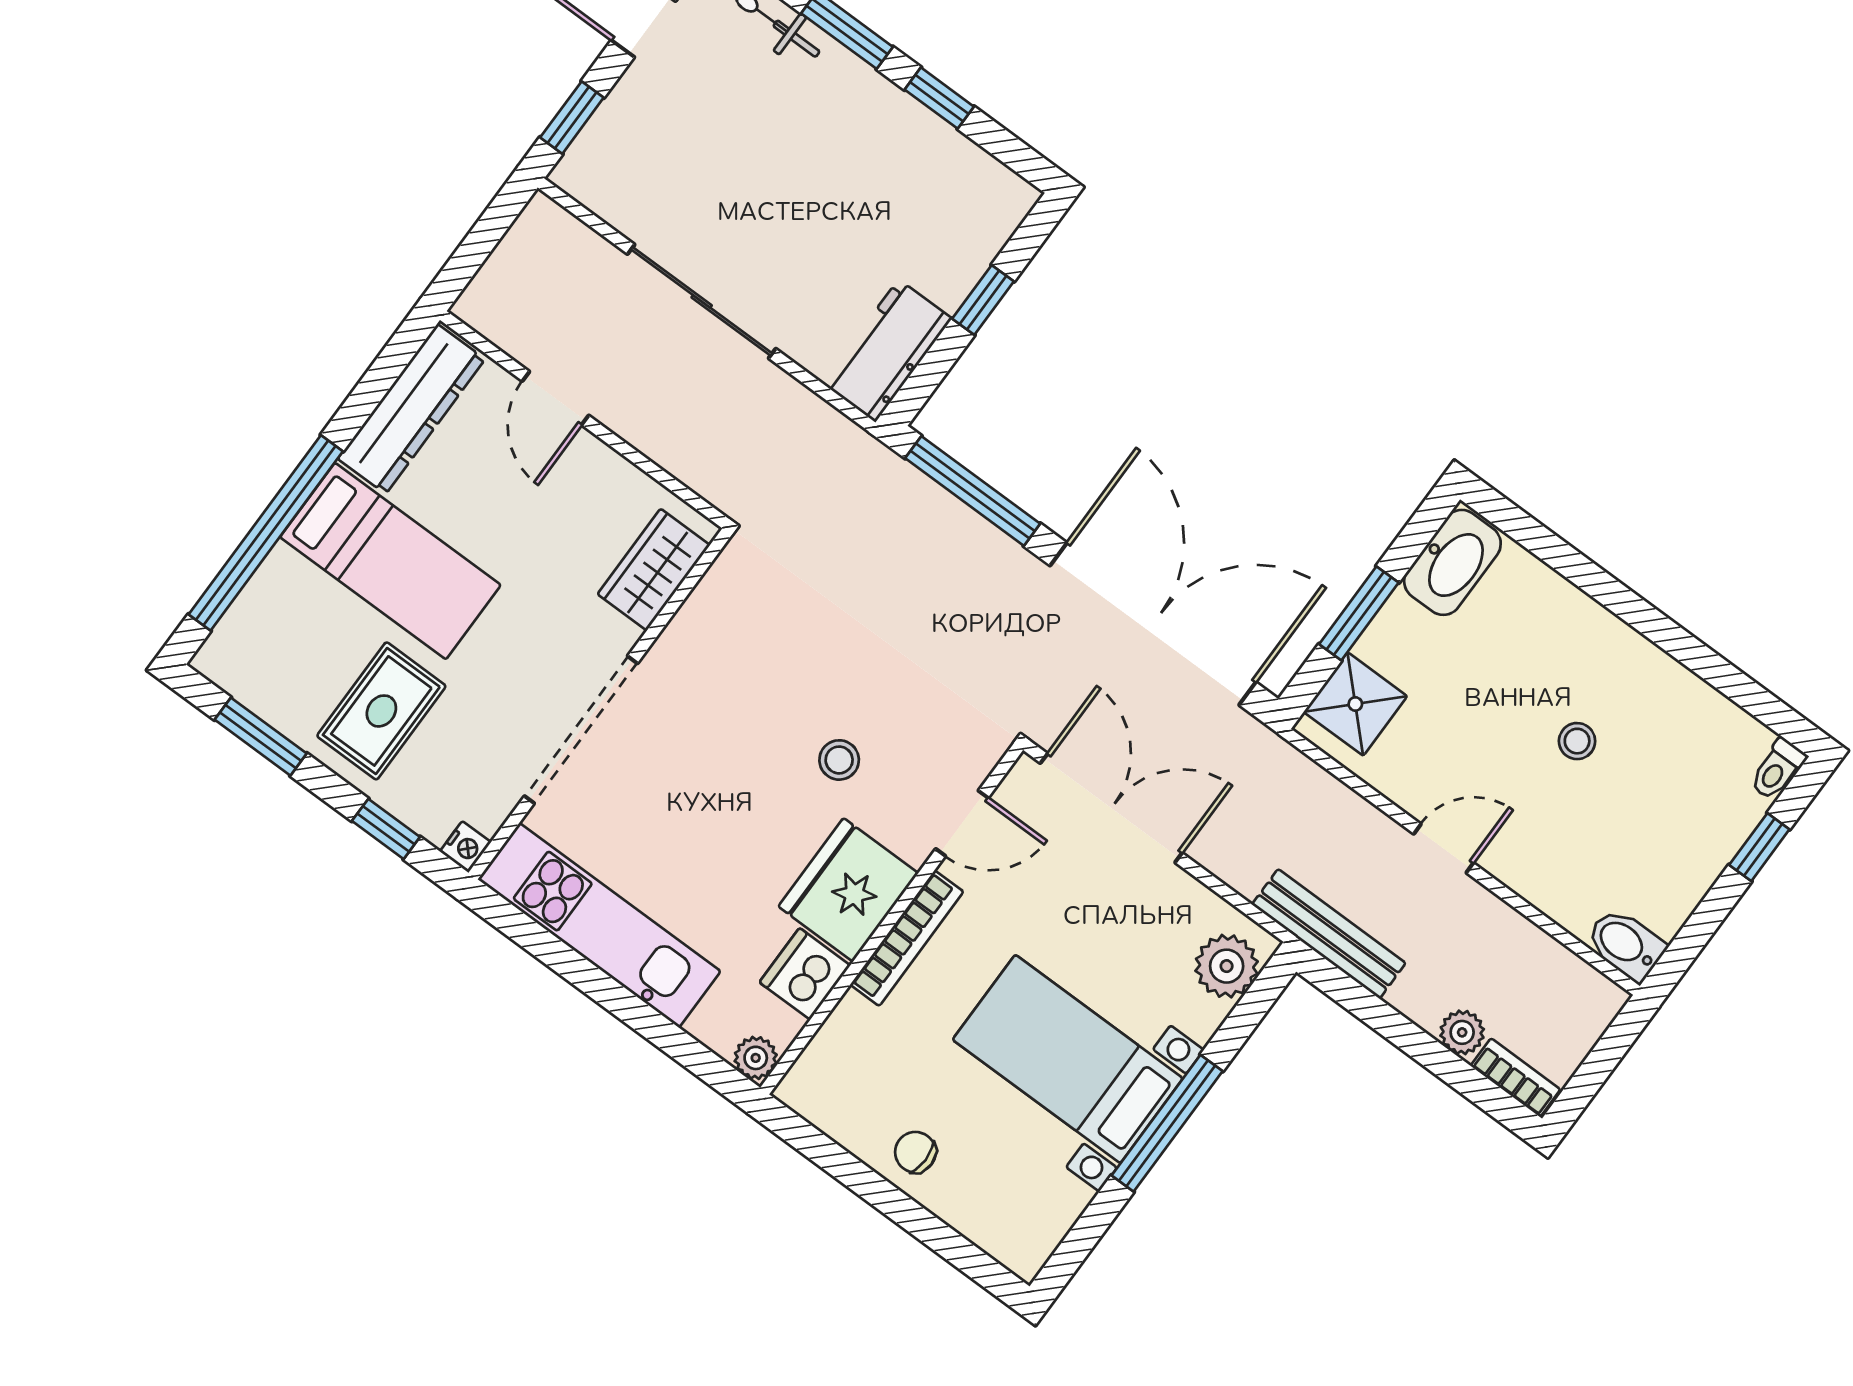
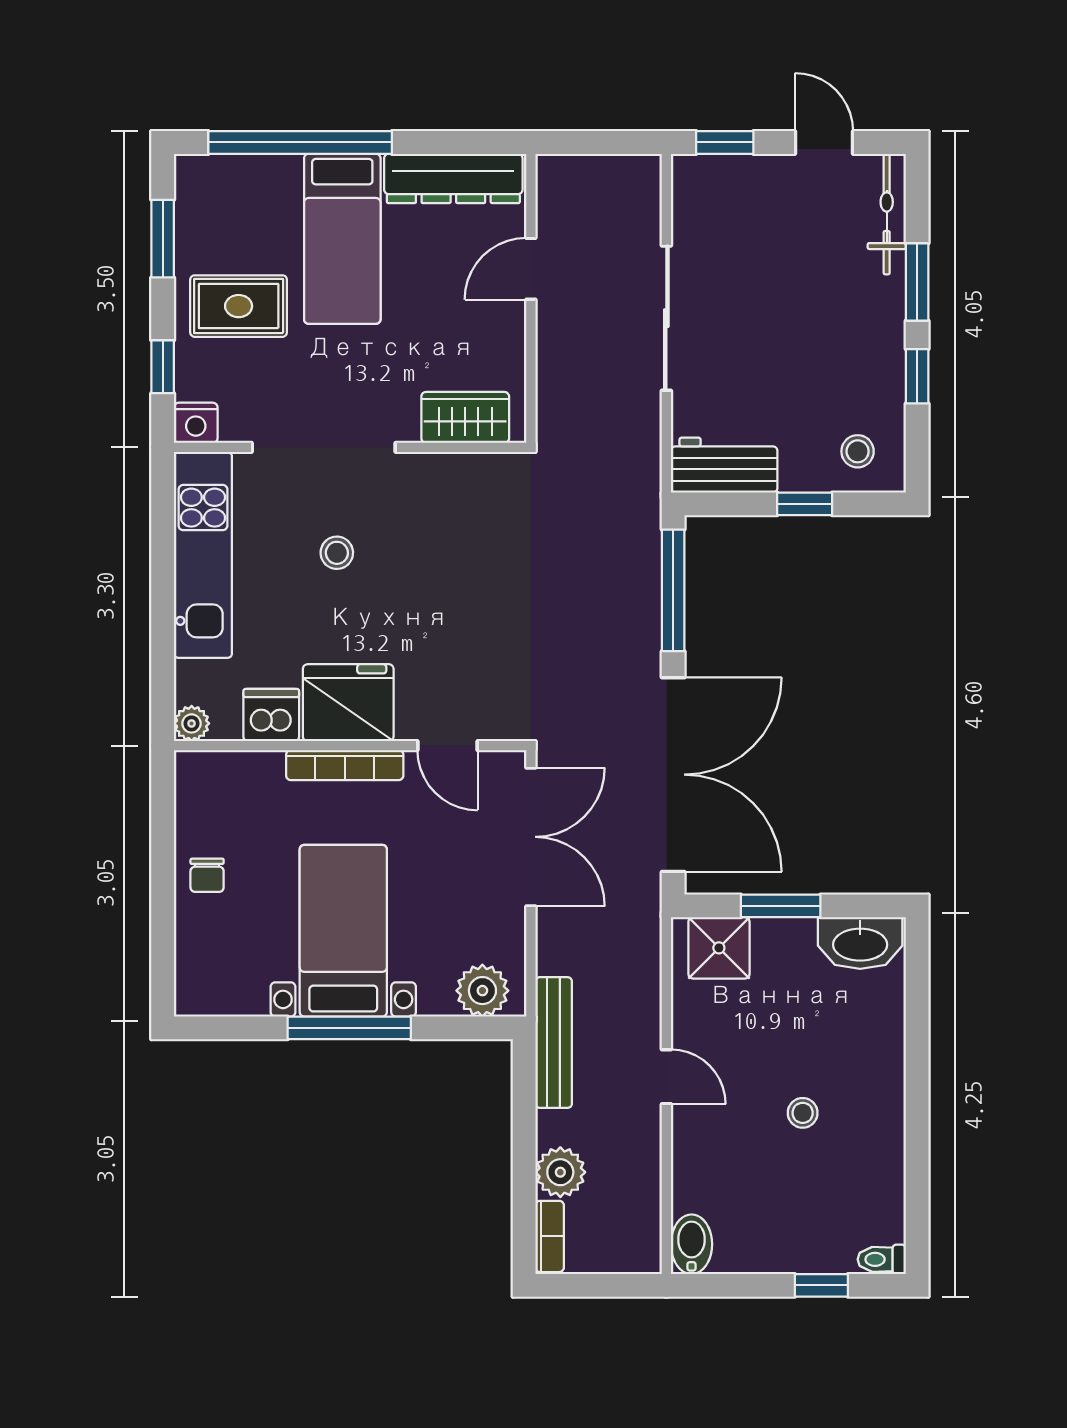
stool: (970, 210) -> (858, 451), added
stool: (839, 760) -> (337, 553), moved
nightstand: (465, 847) -> (196, 423), width x1.39, depth x1.35
plant: (1462, 1032) -> (560, 1172), width x1.38, depth x1.38
chair: (915, 1152) -> (207, 875), turned 180

